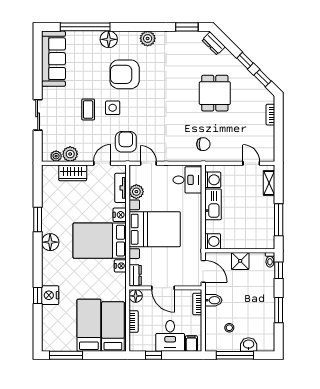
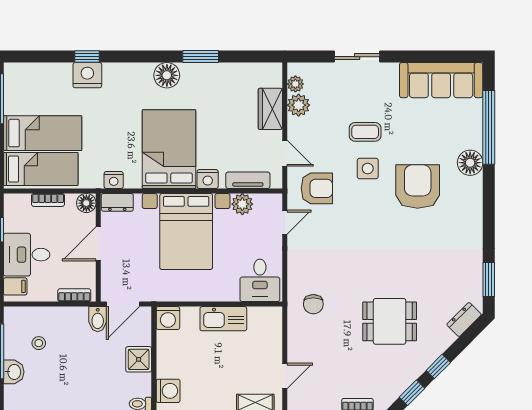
plant: (148, 38) -> (471, 221), removed
washing machine: (213, 180) -> (168, 391), moved, turned -90
nightstand: (120, 266) -> (114, 180), moved
bidet: (213, 300) -> (98, 319), moved

